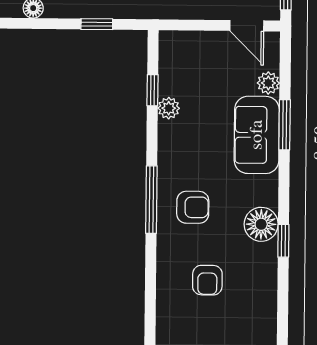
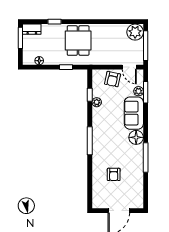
window: (285, 125) -> (146, 92), moved
armchair: (193, 207) -> (113, 79), moved, turned 102
floor lamp: (261, 224) -> (136, 137), moved
window: (283, 241) -> (146, 158), width x2.17

